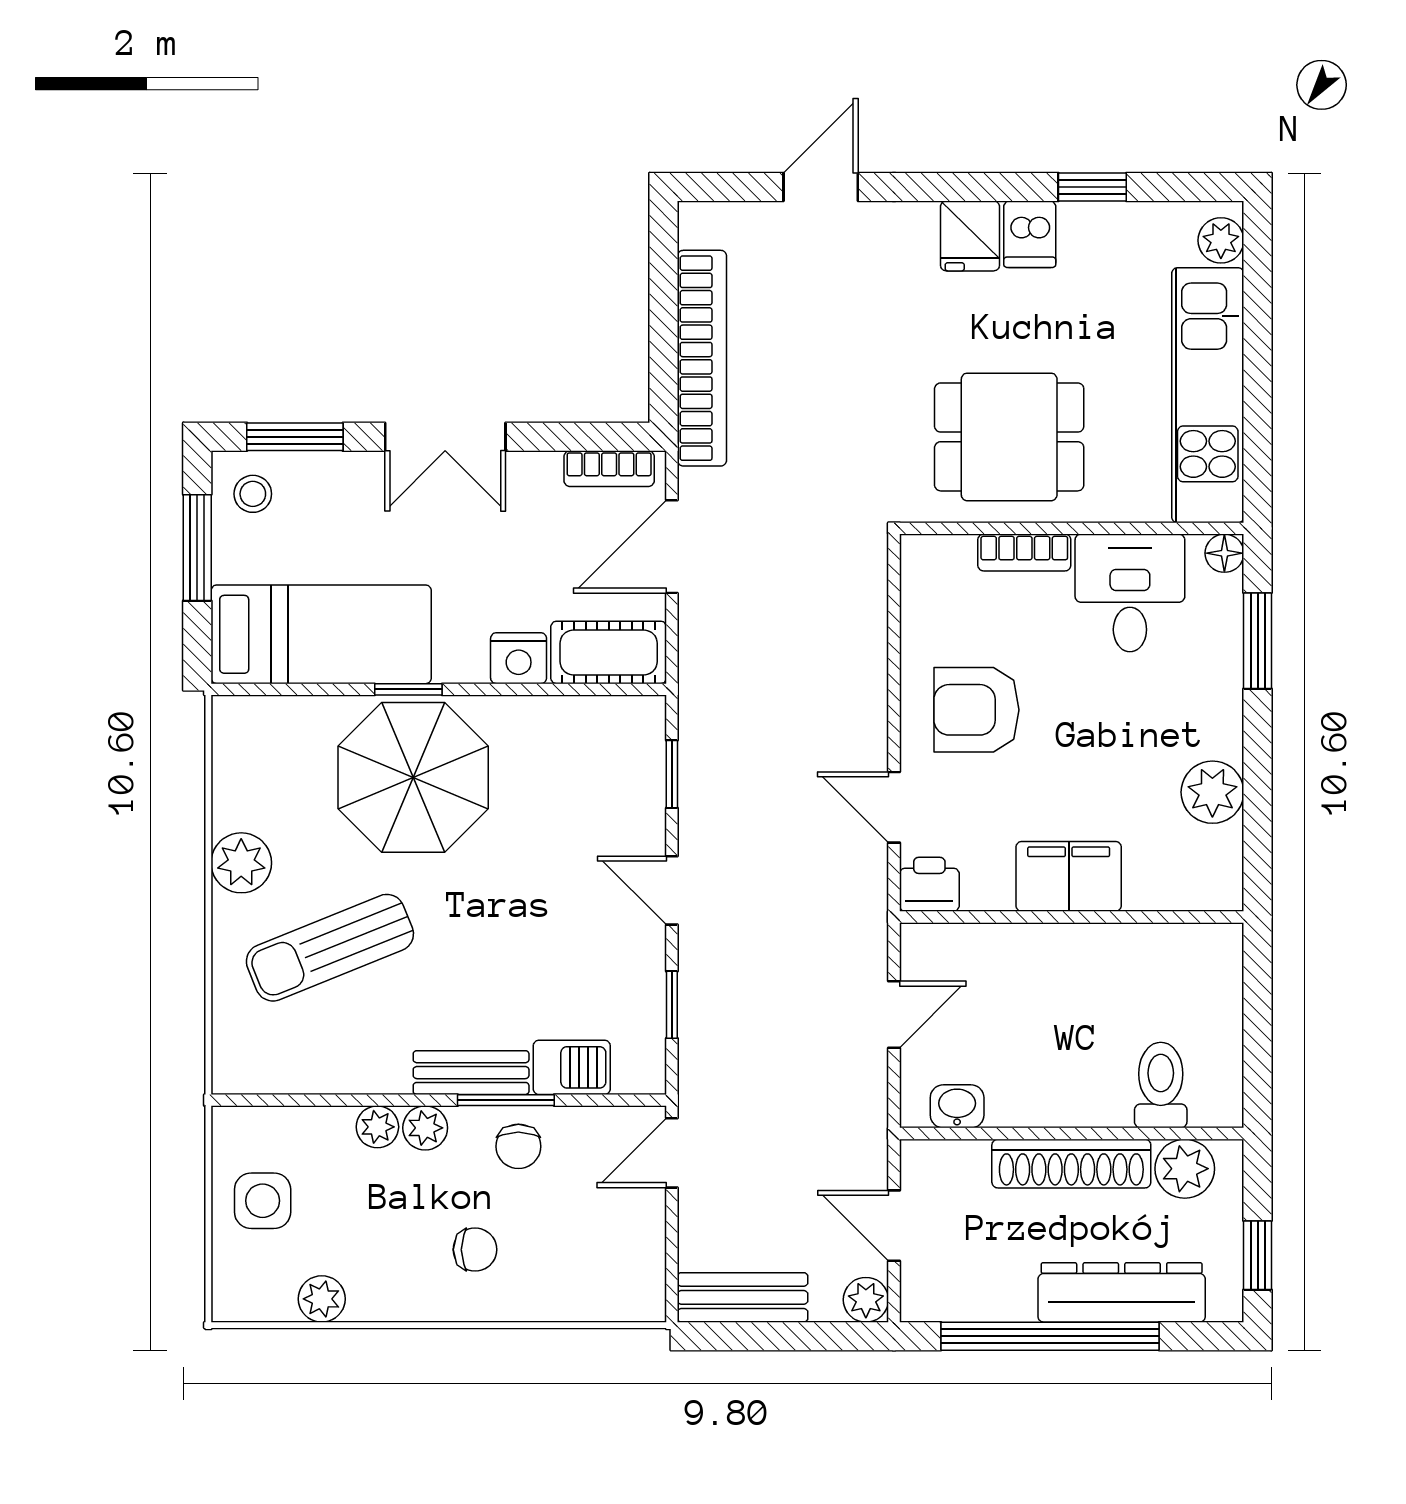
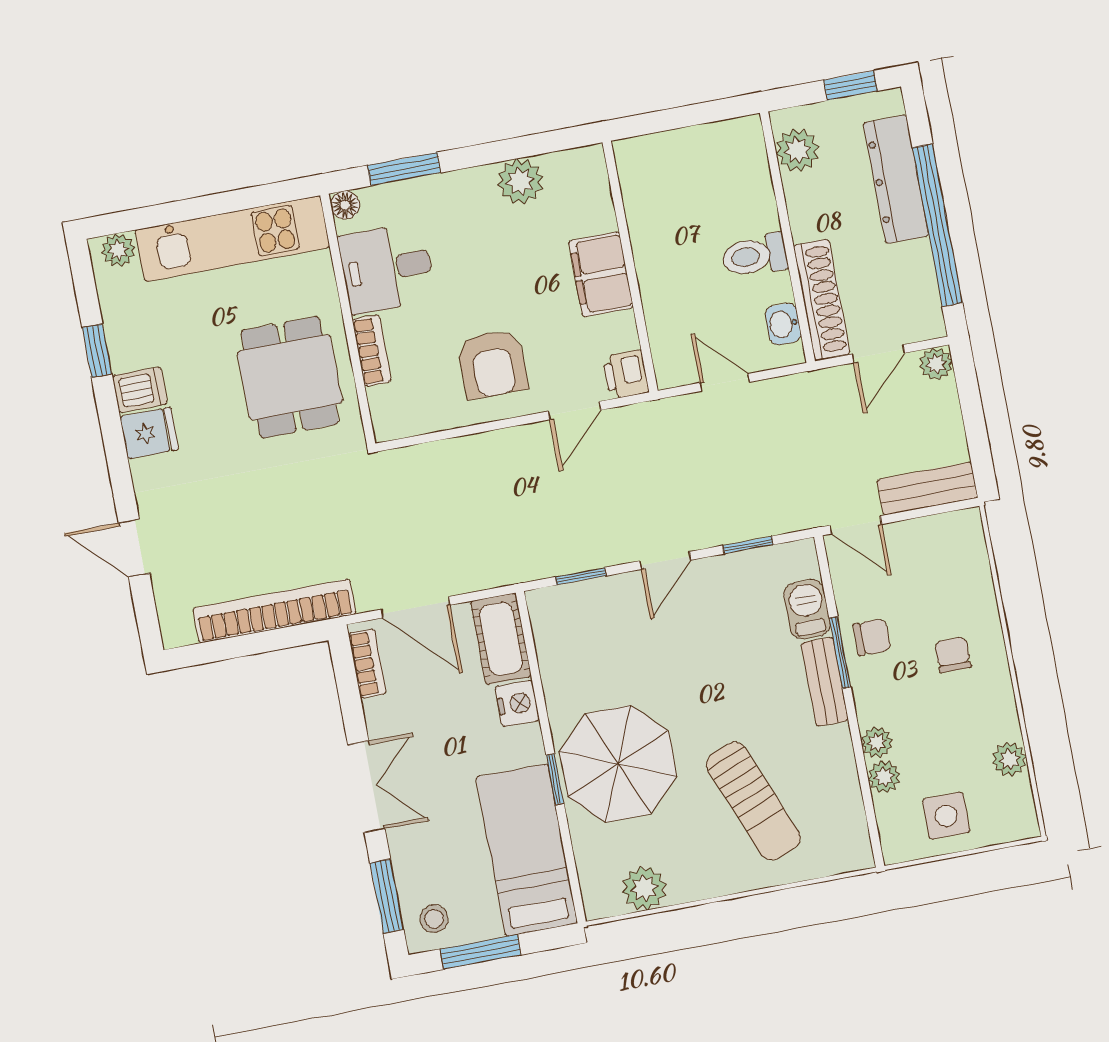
plant: (241, 863) -> (644, 888), moved
toilet: (1161, 1085) -> (754, 256), moved
plant: (425, 1128) -> (884, 777), moved
shoe rack: (1071, 1164) -> (822, 300), moved
bench: (743, 1297) -> (927, 489), moved, turned 90

